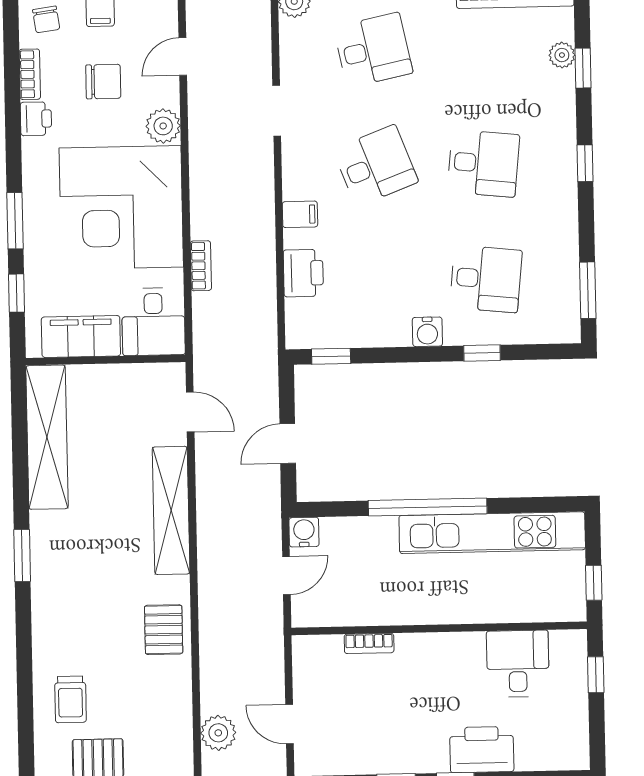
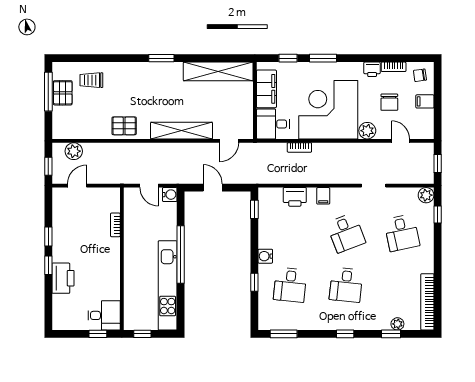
desk: (518, 664) -> (104, 315), moved

